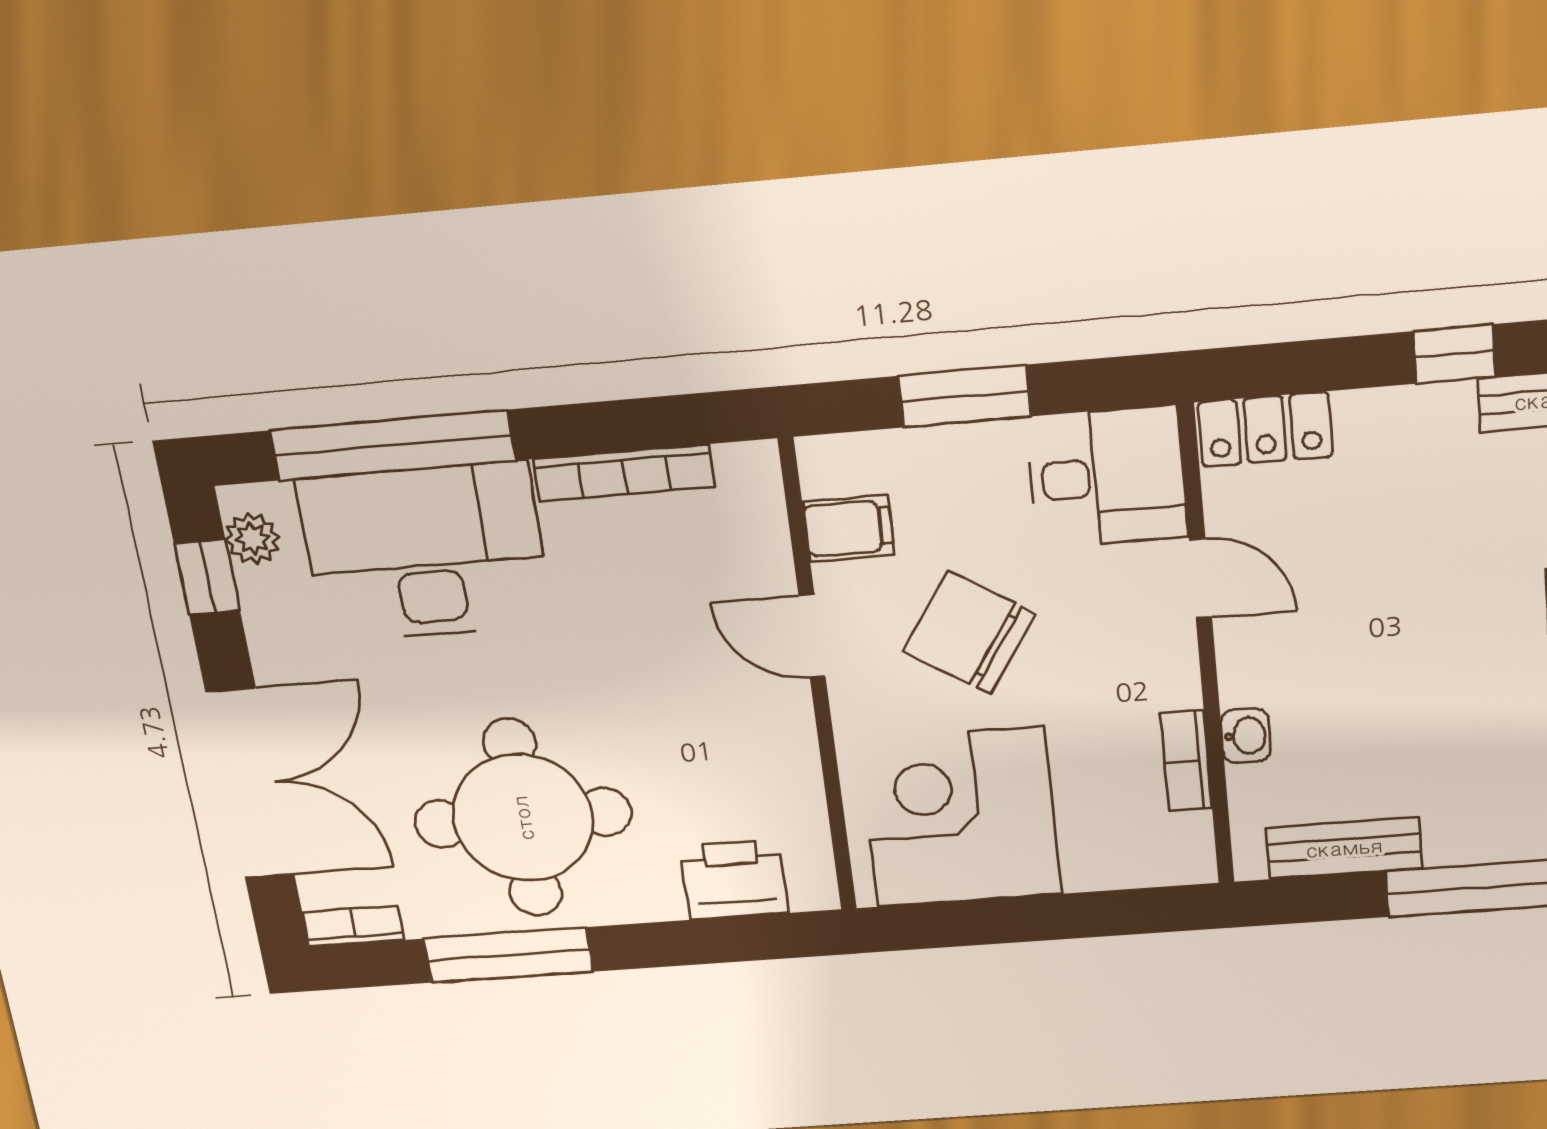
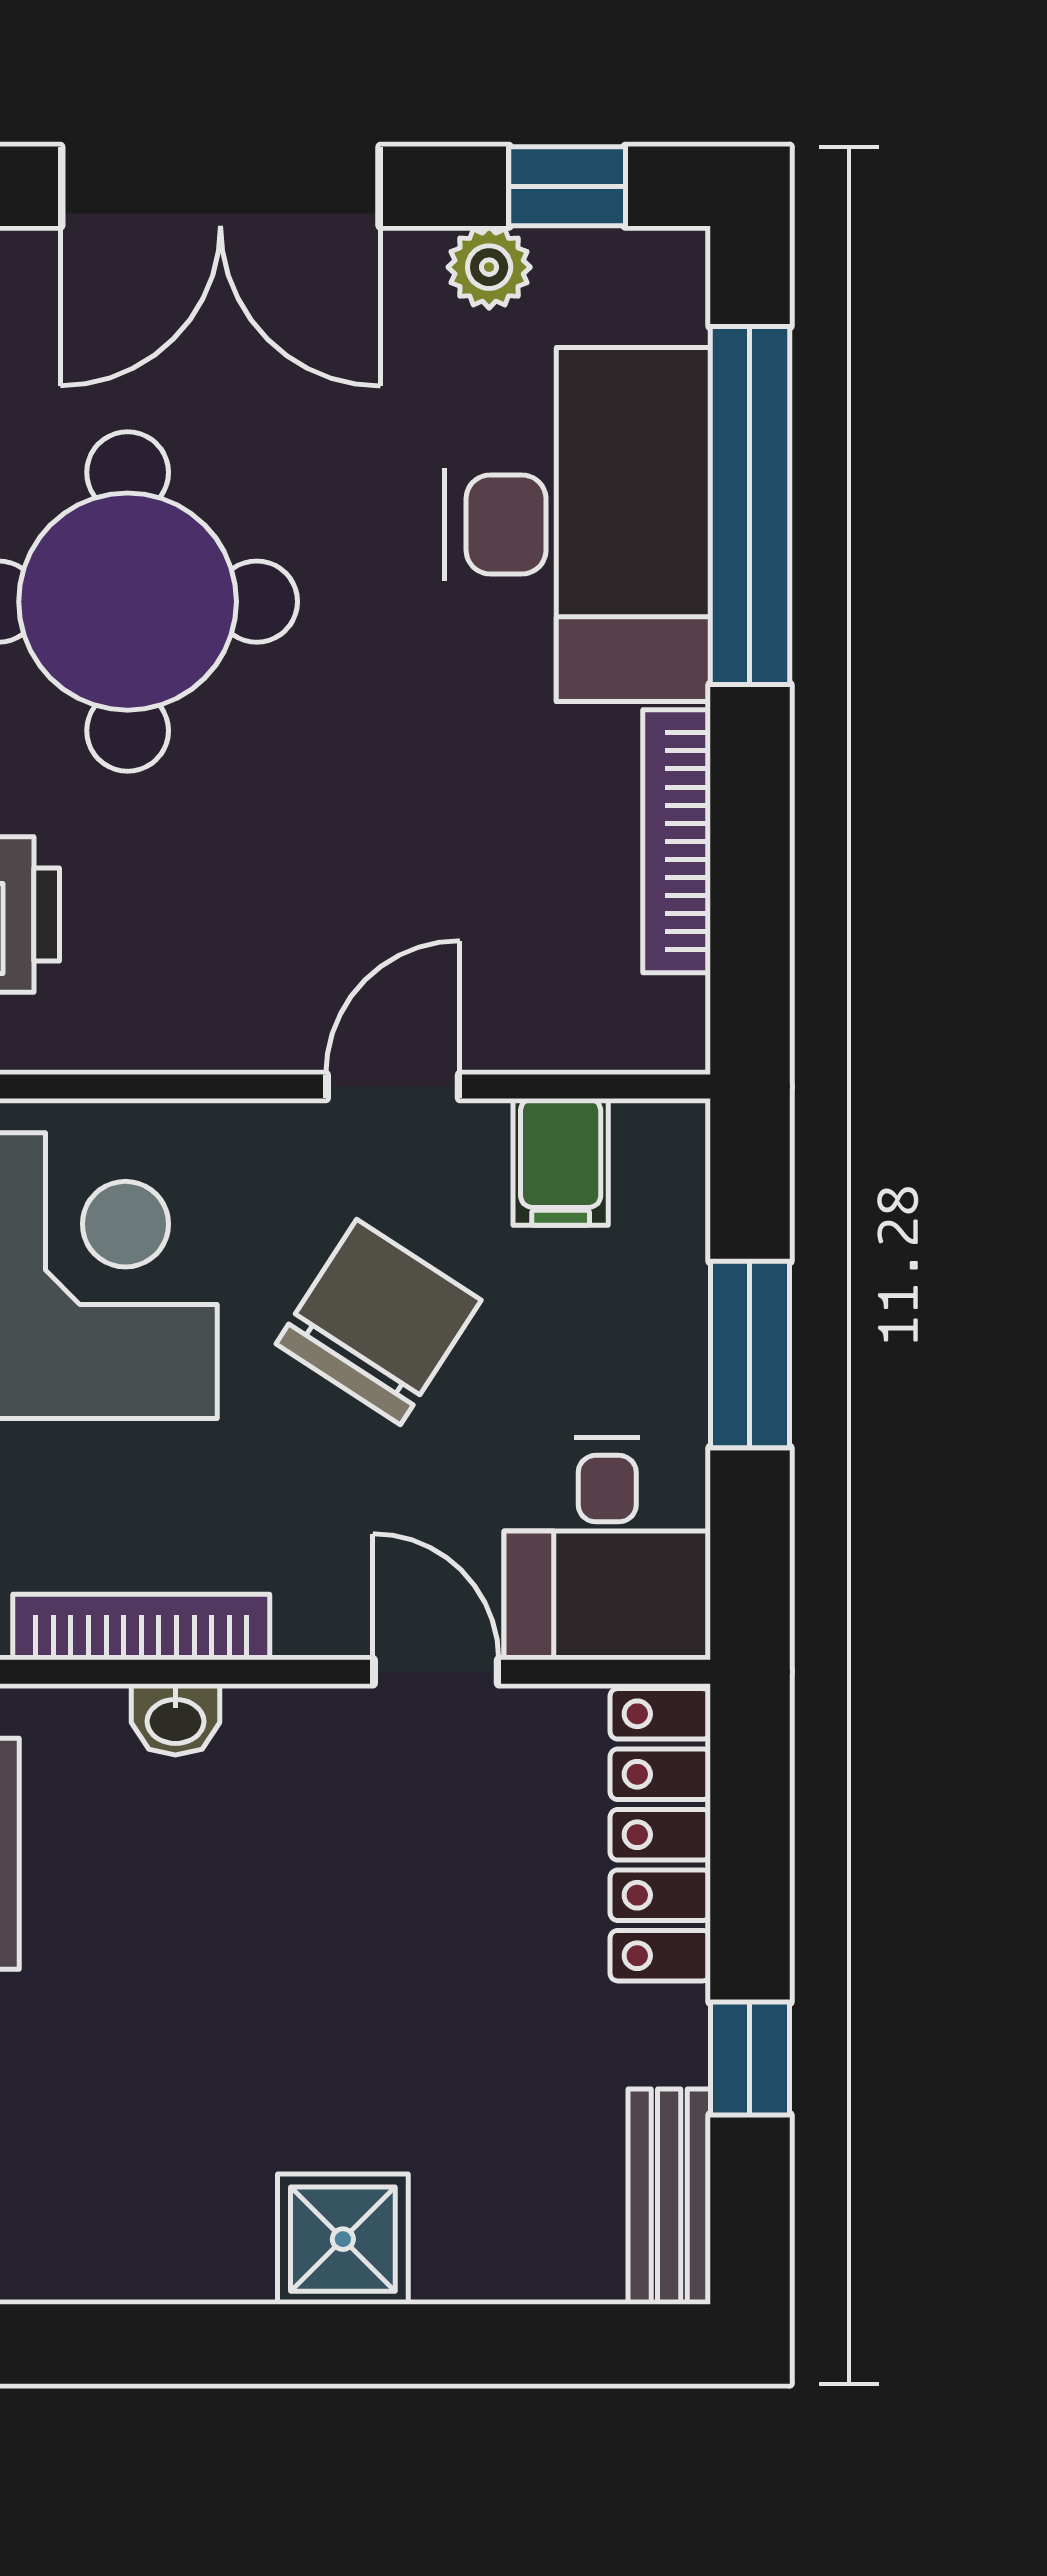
locker: (1265, 429) -> (660, 1835), width x1.53
plant: (252, 539) -> (489, 267), moved
door: (1201, 579) -> (436, 1672), swing flipped
bookcase: (1186, 761) -> (141, 1627), width x1.56

